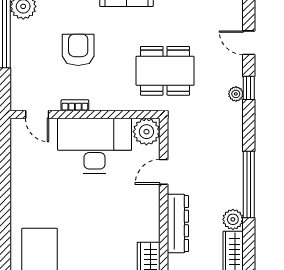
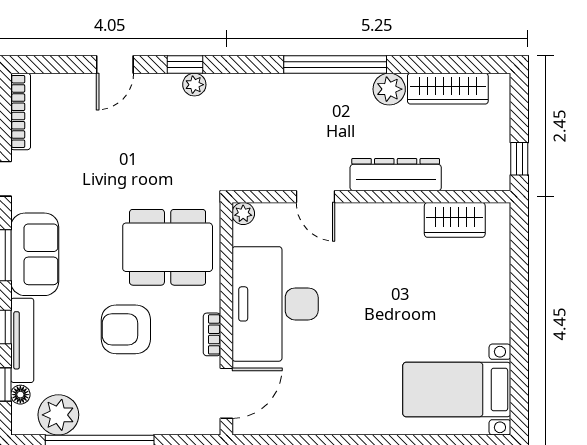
dining table: (165, 71) -> (168, 247), moved, turned 90
door: (37, 114) -> (226, 393), width x1.38
plant: (146, 132) -> (243, 214), width x0.53, depth x0.53

